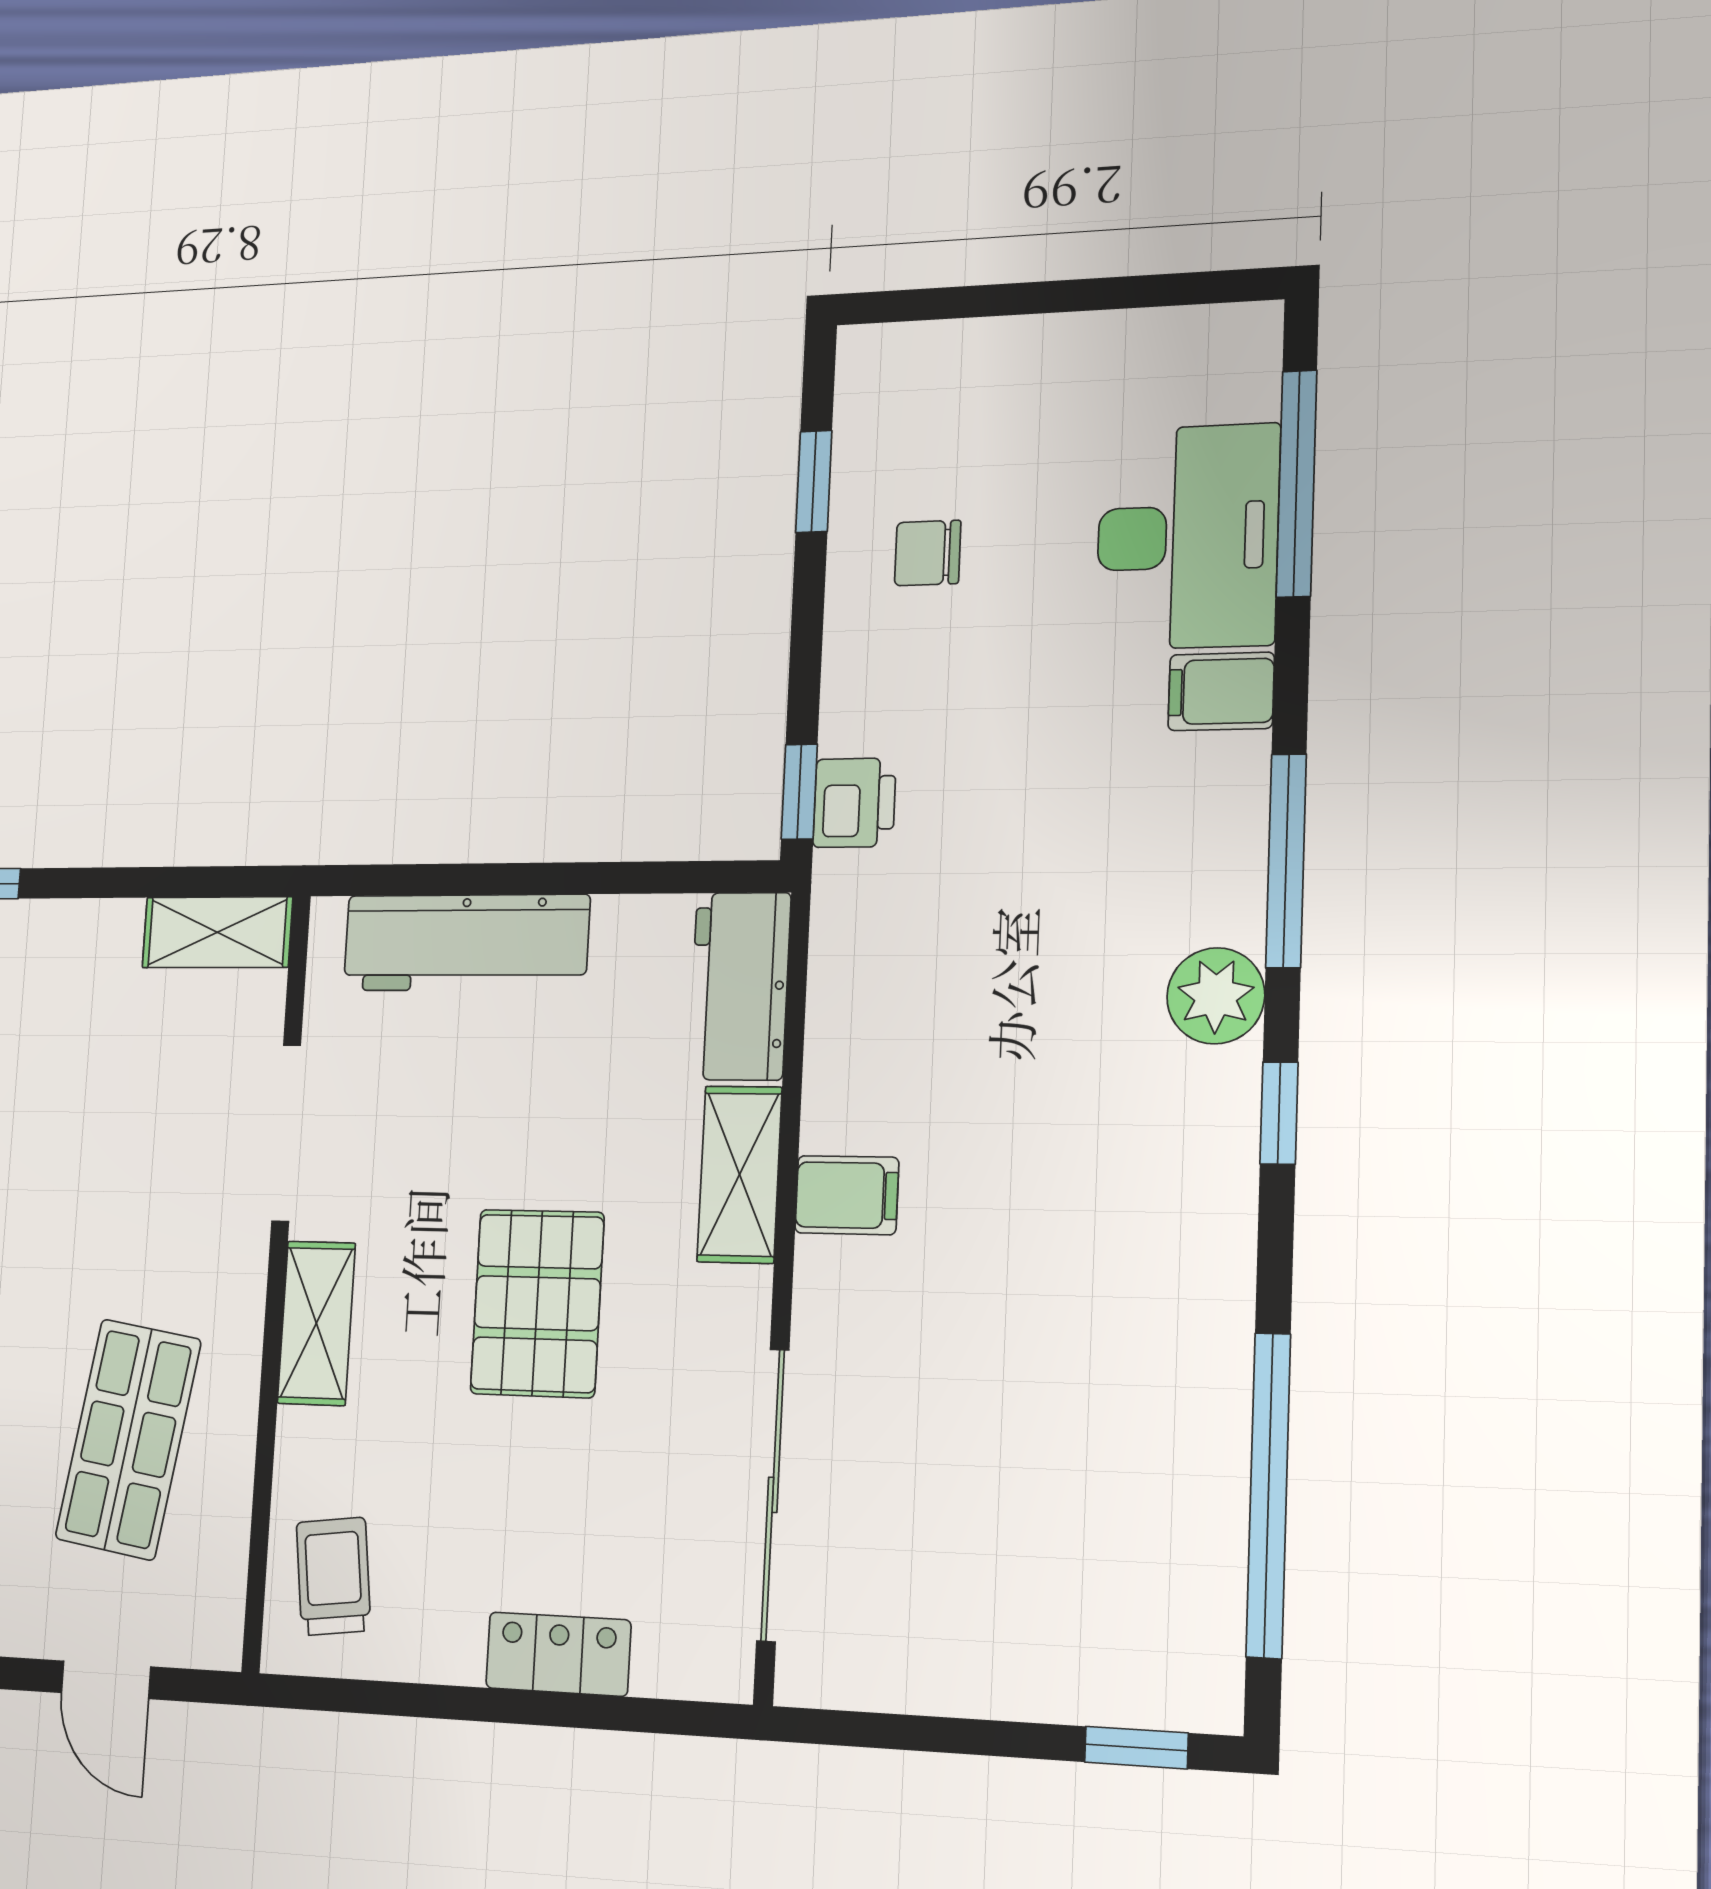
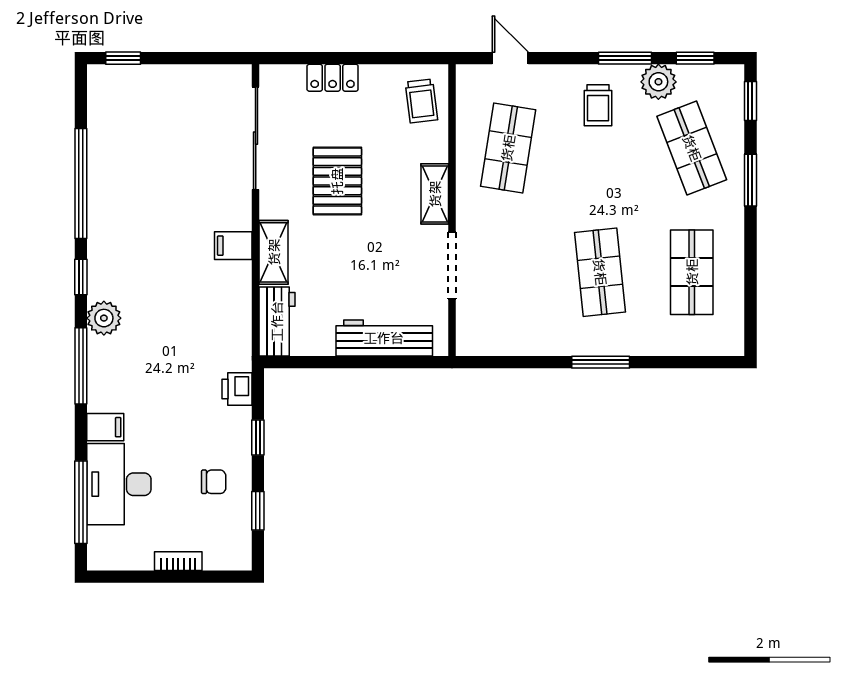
bookcase: (1031, 339) -> (178, 561), added
window: (799, 792) -> (258, 438), moved
shelving: (217, 932) -> (486, 342), removed
pallet: (537, 1303) -> (337, 181), moved
window: (1268, 1495) -> (81, 183), moved

